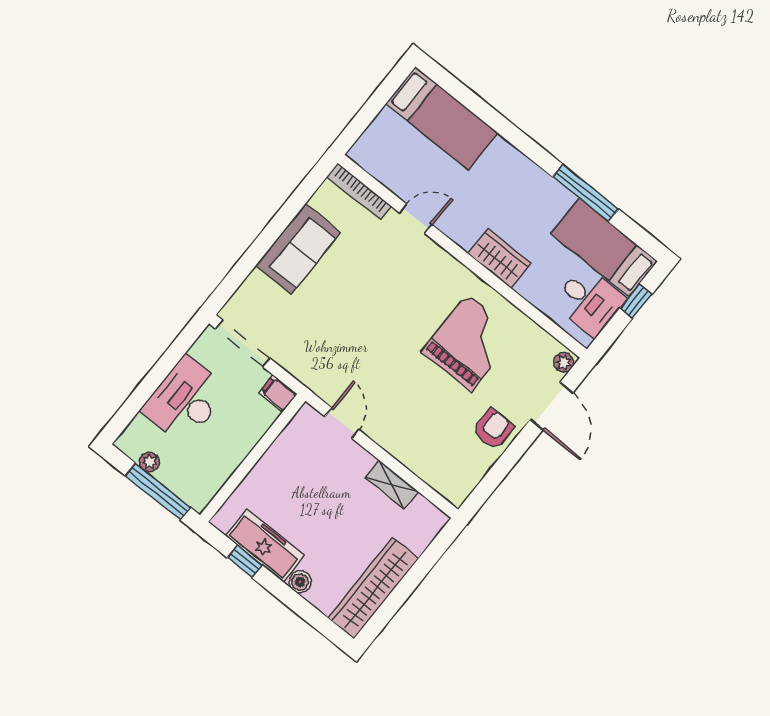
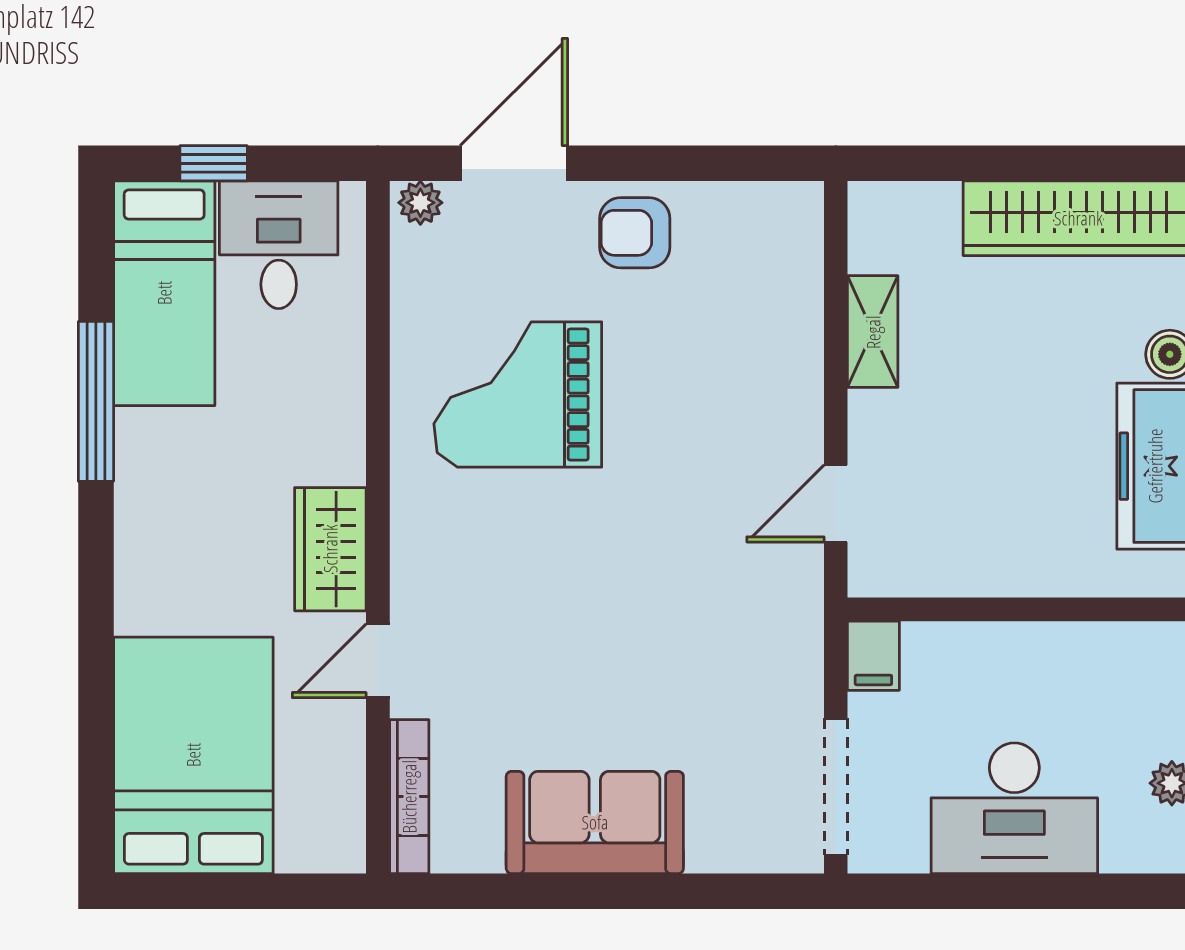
bed: (442, 118) -> (193, 755), width x1.50
door: (416, 219) -> (378, 661), hinge flipped
wardrobe: (499, 259) -> (330, 549), moved

